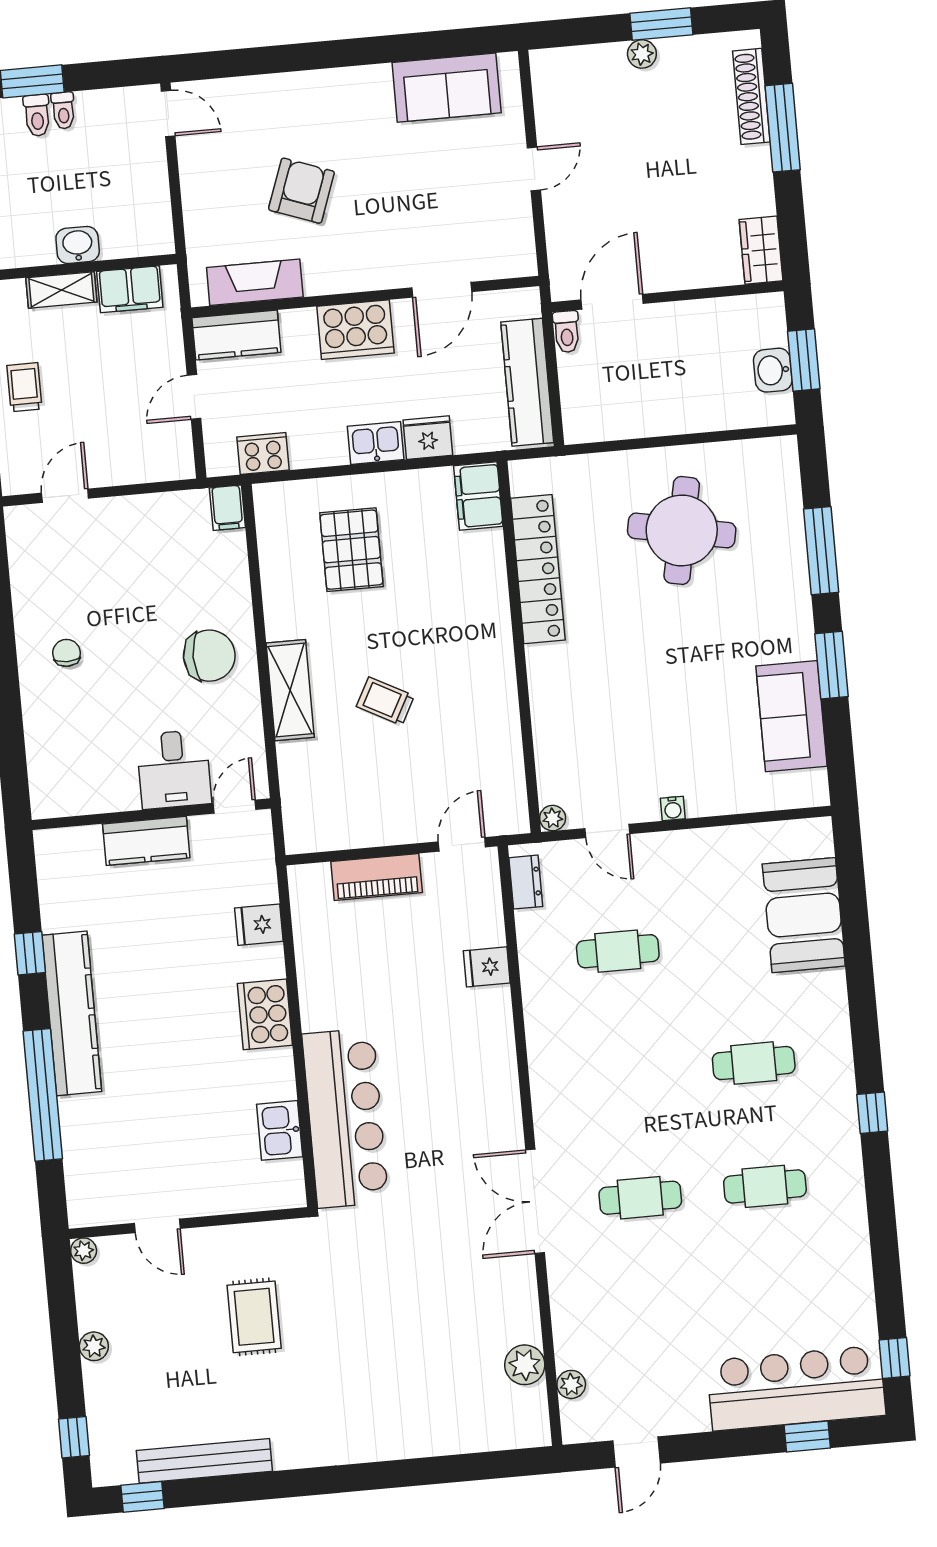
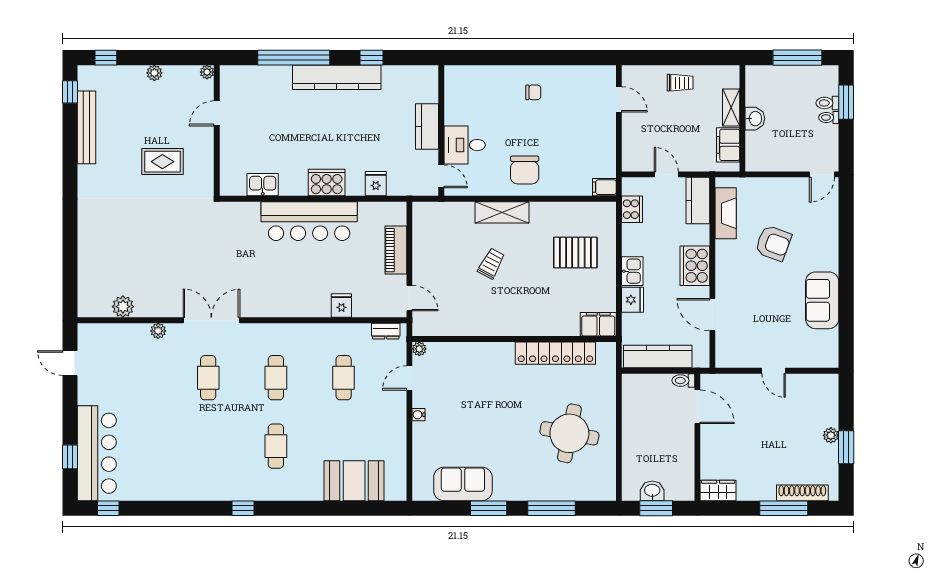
sofa: (447, 88) -> (822, 300), moved
bar counter: (345, 1118) -> (309, 221), moved
cafe table: (765, 1186) -> (276, 378), moved
plant: (571, 1384) -> (158, 331), moved

